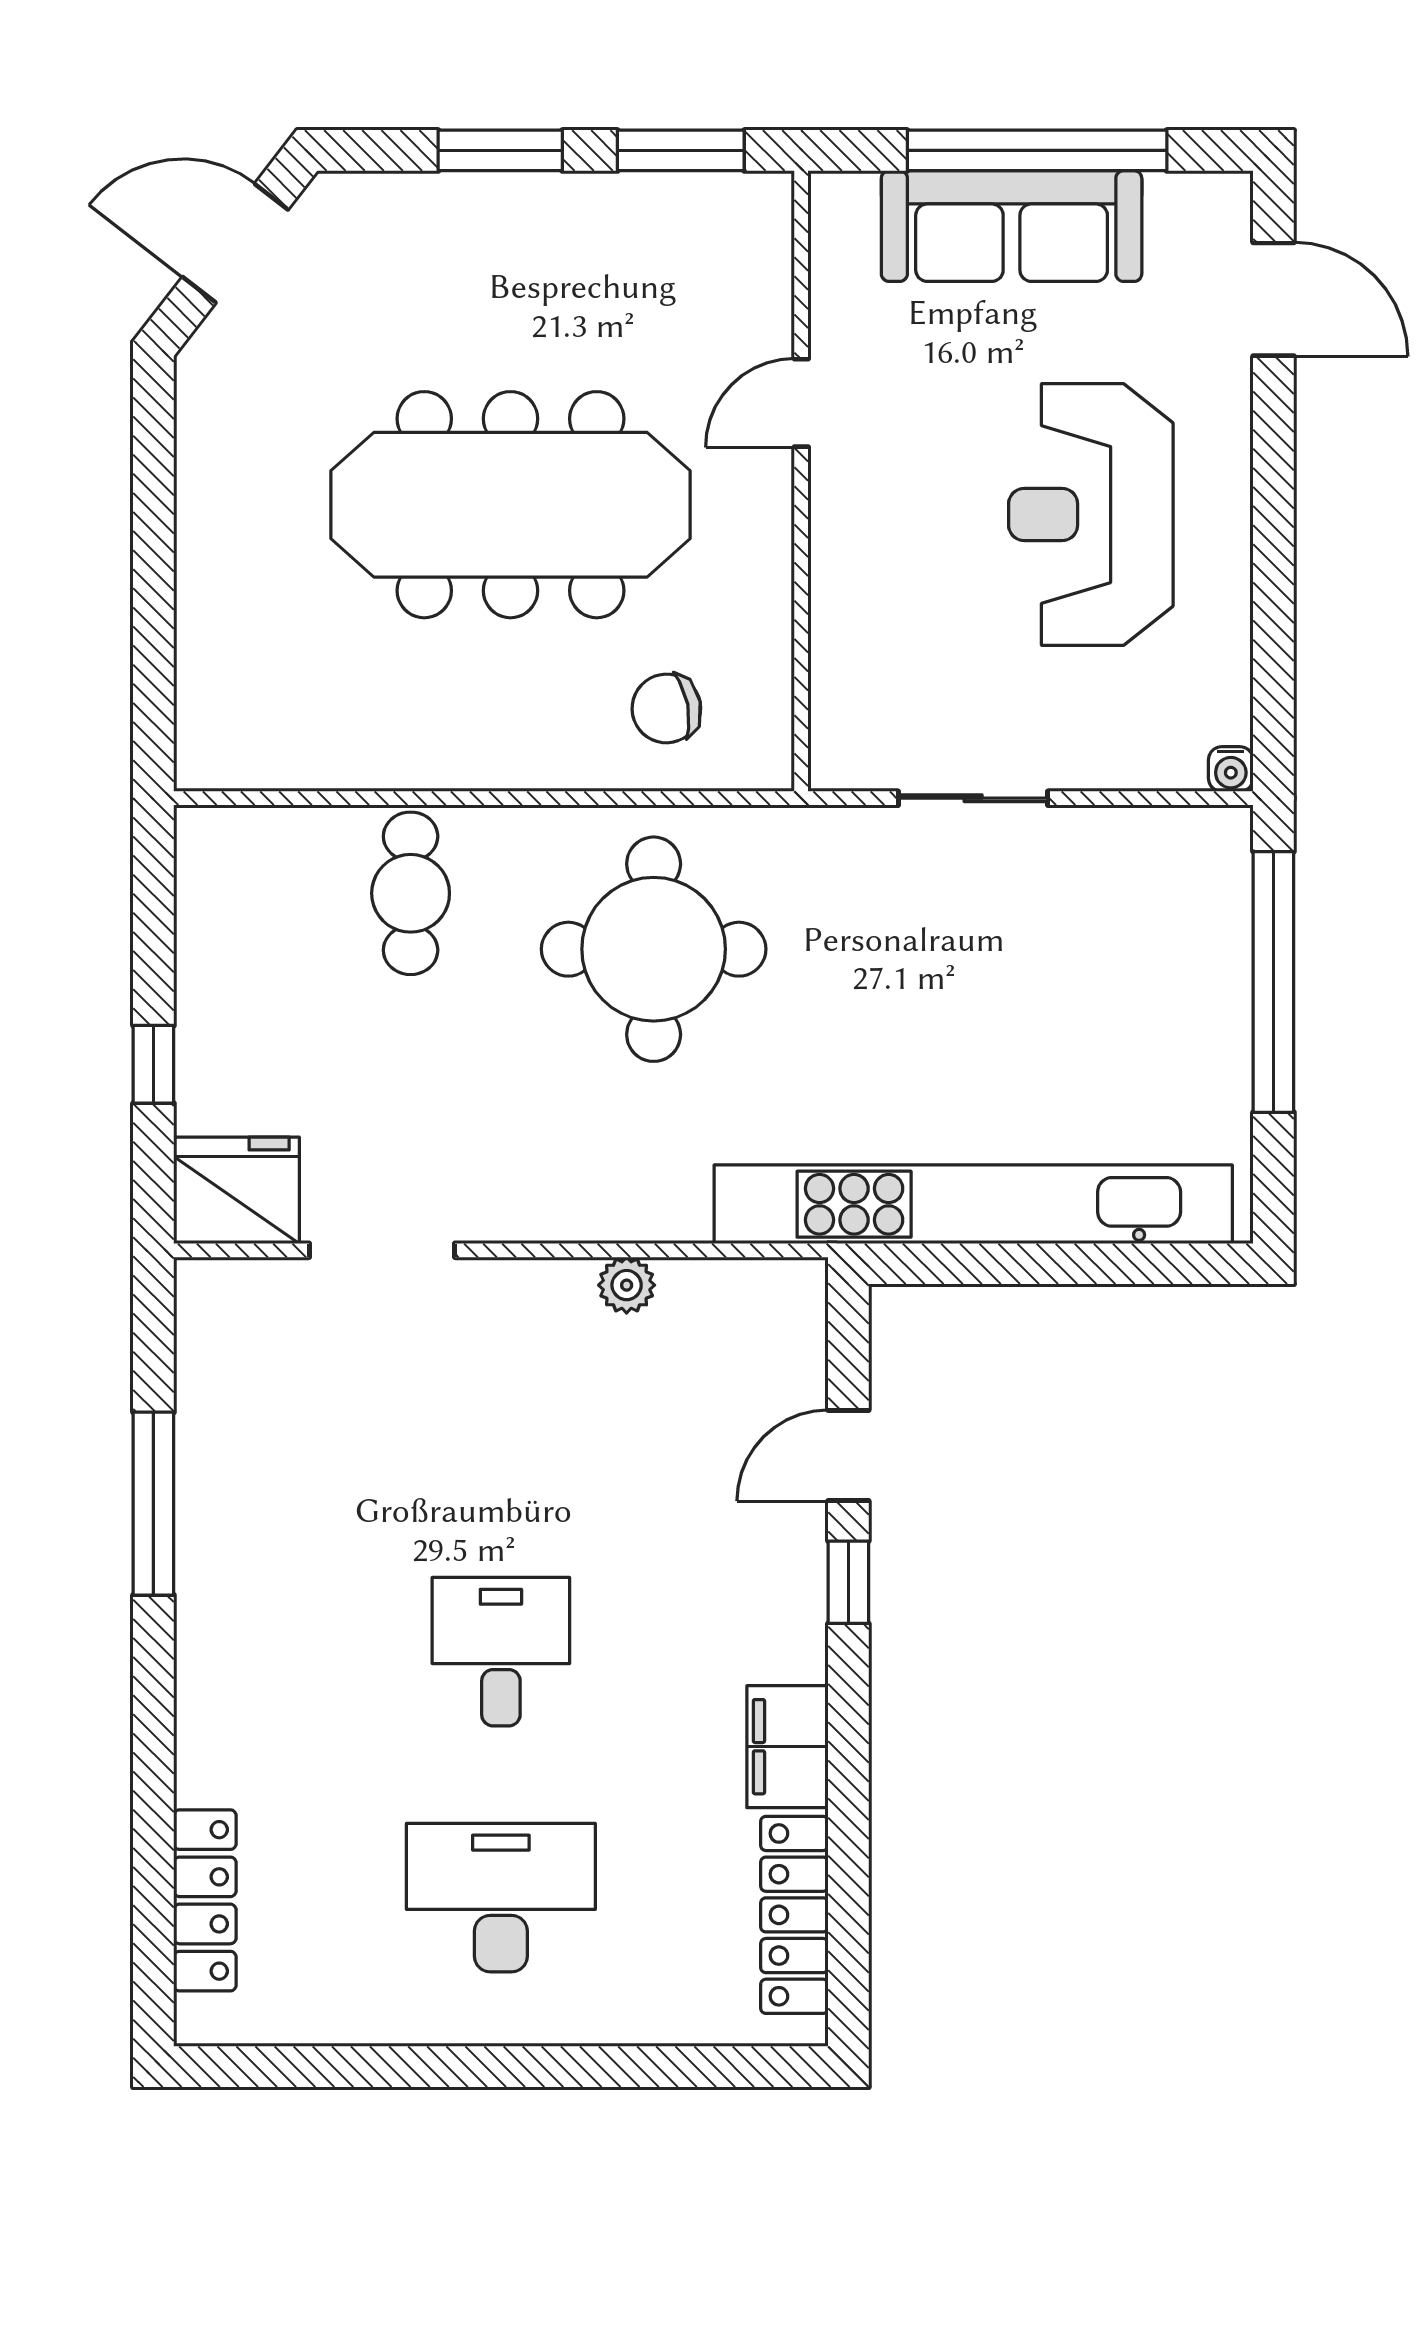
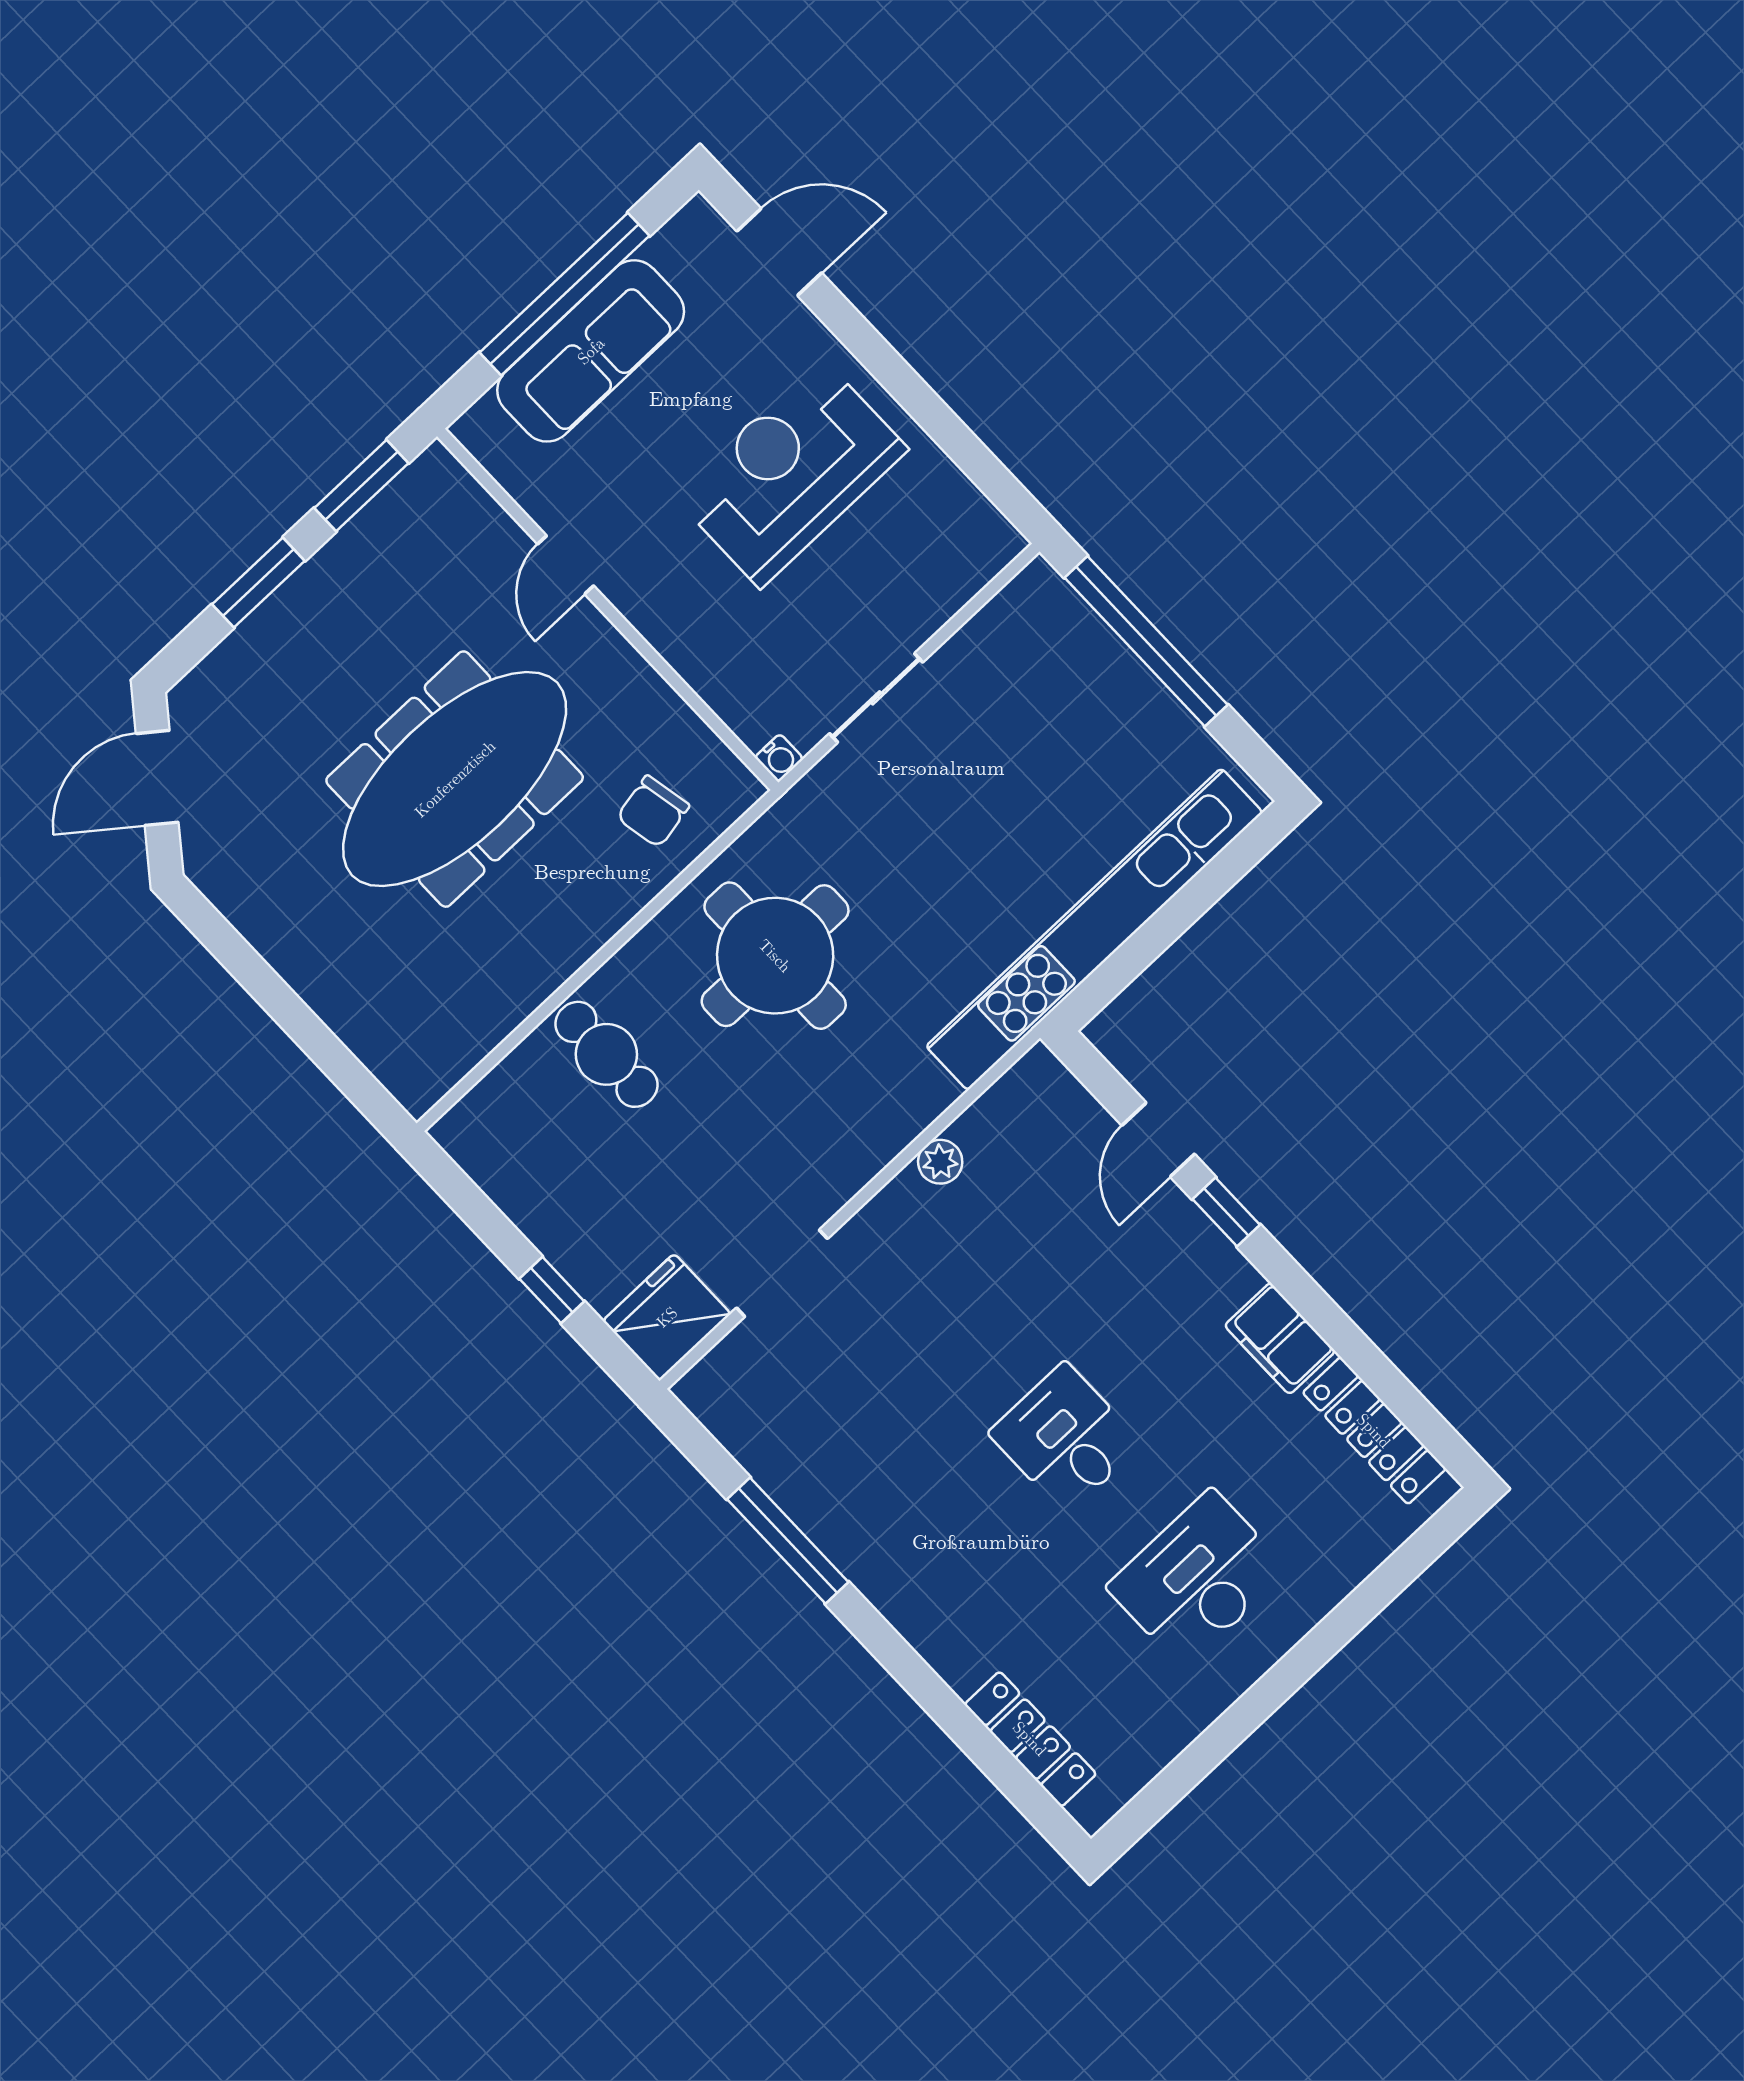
reception desk: (1091, 515) -> (791, 473), turned 90
water cooler: (1231, 769) -> (779, 758), moved

